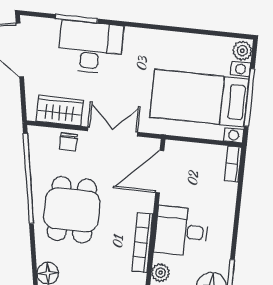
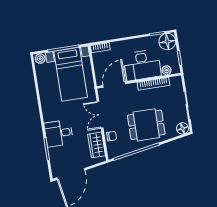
desk: (90, 47) -> (59, 133), width x0.73
door: (160, 172) -> (114, 85), swing flipped
desk: (181, 231) -> (142, 65), width x1.37

